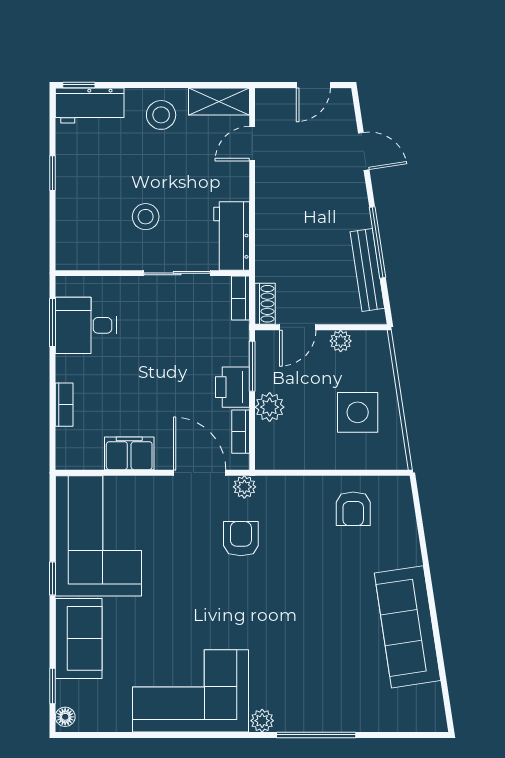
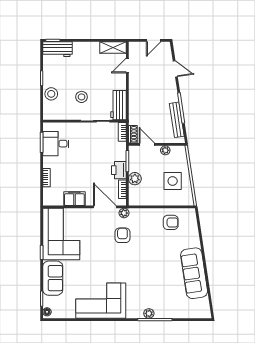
stool: (161, 115) -> (51, 94), moved
door: (298, 327) -> (147, 144), swing flipped
armchair: (353, 509) -> (171, 222), turned -90
plant: (262, 721) -> (149, 313), moved

